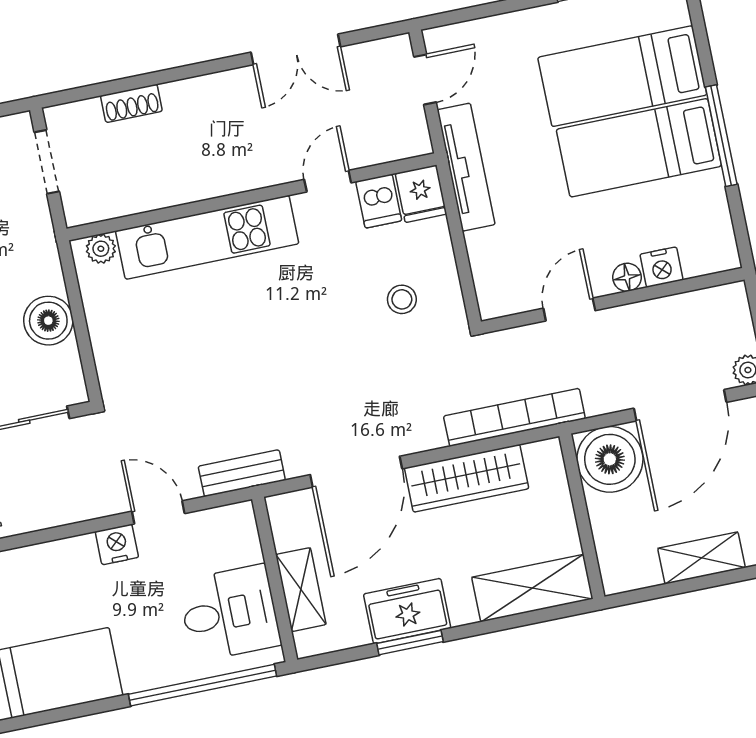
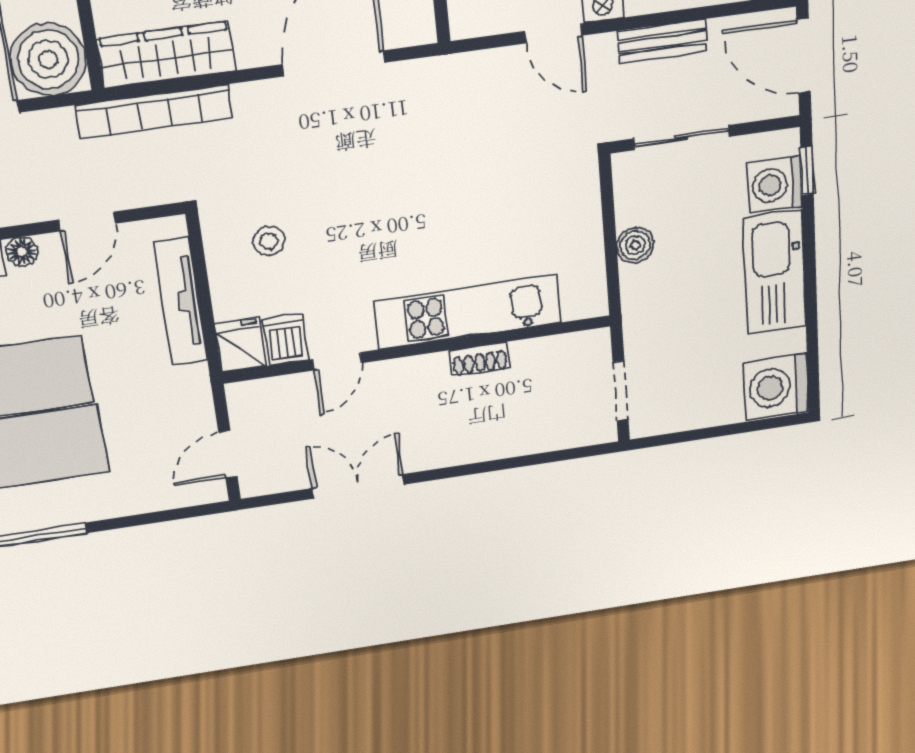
shoe rack: (131, 103) -> (479, 359), moved, turned 180
tv unit: (466, 167) -> (180, 302), moved
plant: (101, 249) -> (578, 306), removed
boiler: (48, 321) -> (635, 245), width x0.73, depth x0.73
bench: (242, 473) -> (662, 42), moved
wardrobe: (467, 478) -> (166, 55), moved

